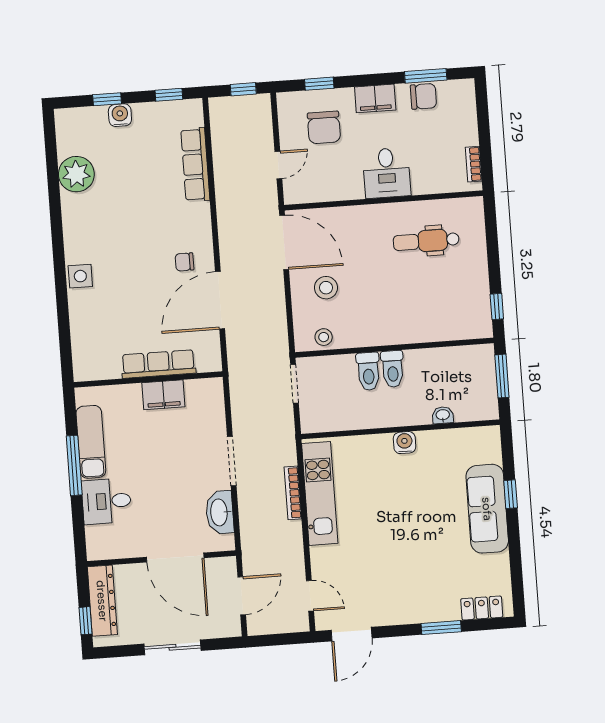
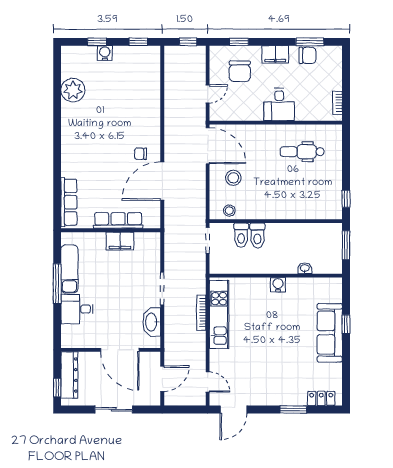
row of seats: (195, 165) -> (69, 202), moved, turned 180
side table: (80, 276) -> (71, 158), removed
toilet: (393, 369) -> (241, 235), moved

